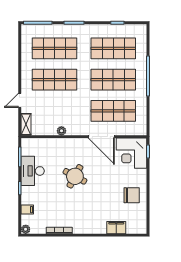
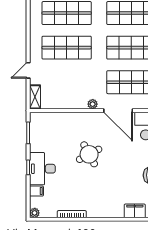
plant: (61, 131) -> (93, 104), moved
desk: (33, 171) -> (42, 169), moved
round table: (75, 176) -> (89, 154), turned 34

